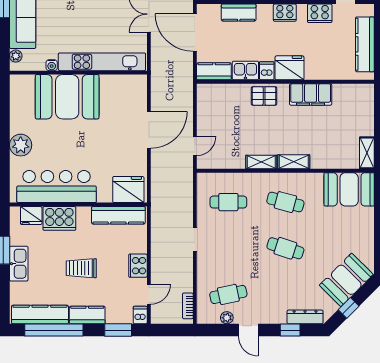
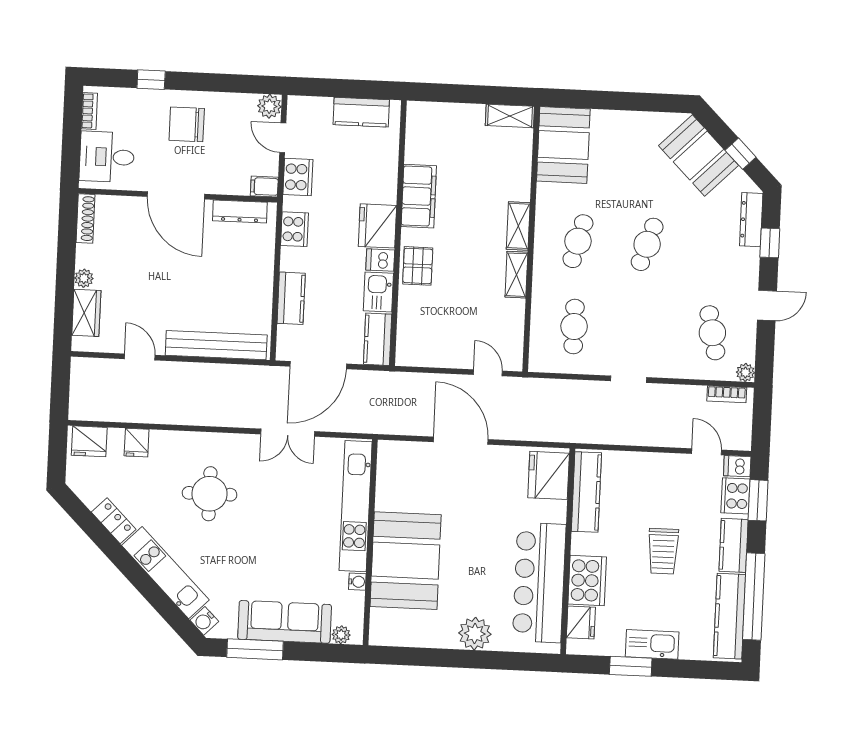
kitchen counter: (365, 44) -> (361, 112), width x0.67
cooker: (138, 266) -> (735, 496), moved, turned 90
plant: (227, 318) -> (745, 372), moved

